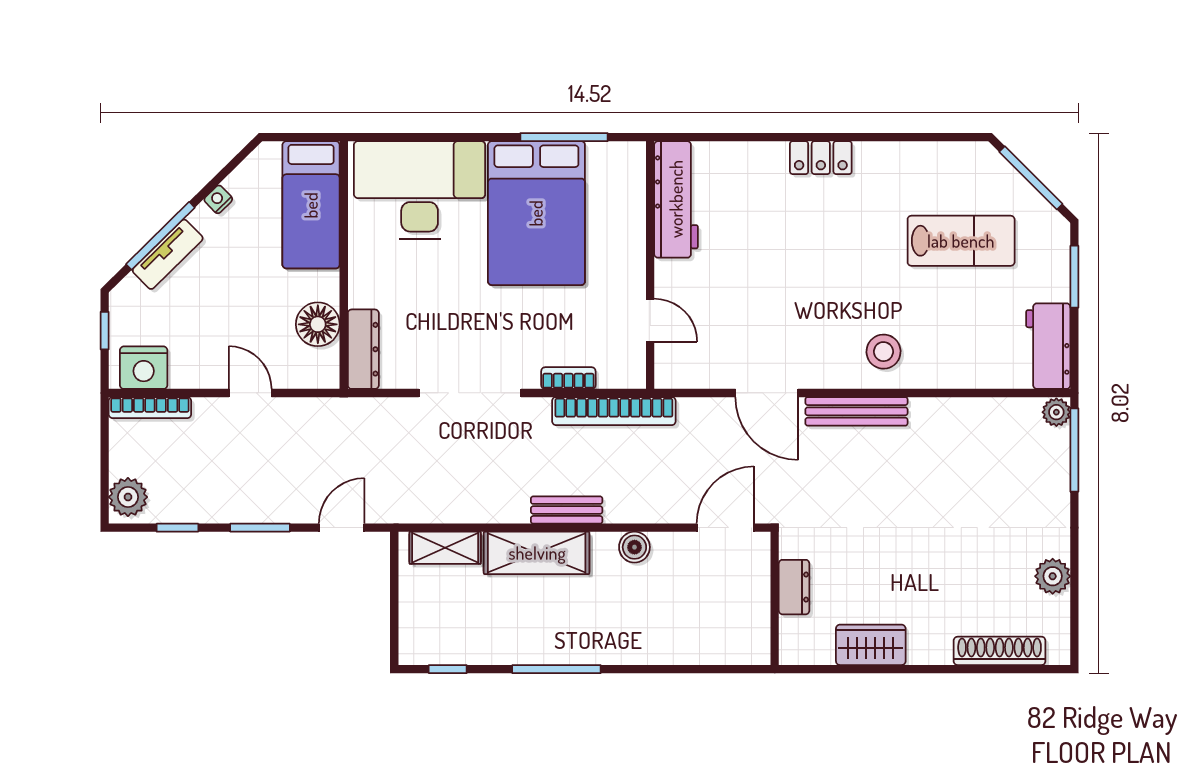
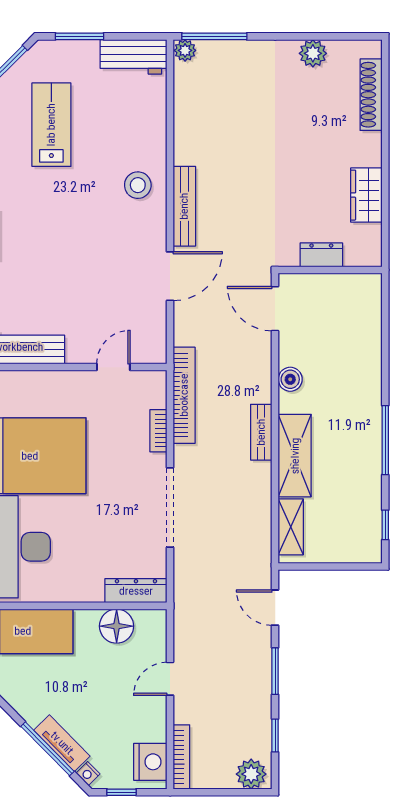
nightstand: (218, 199) -> (88, 774), moved

